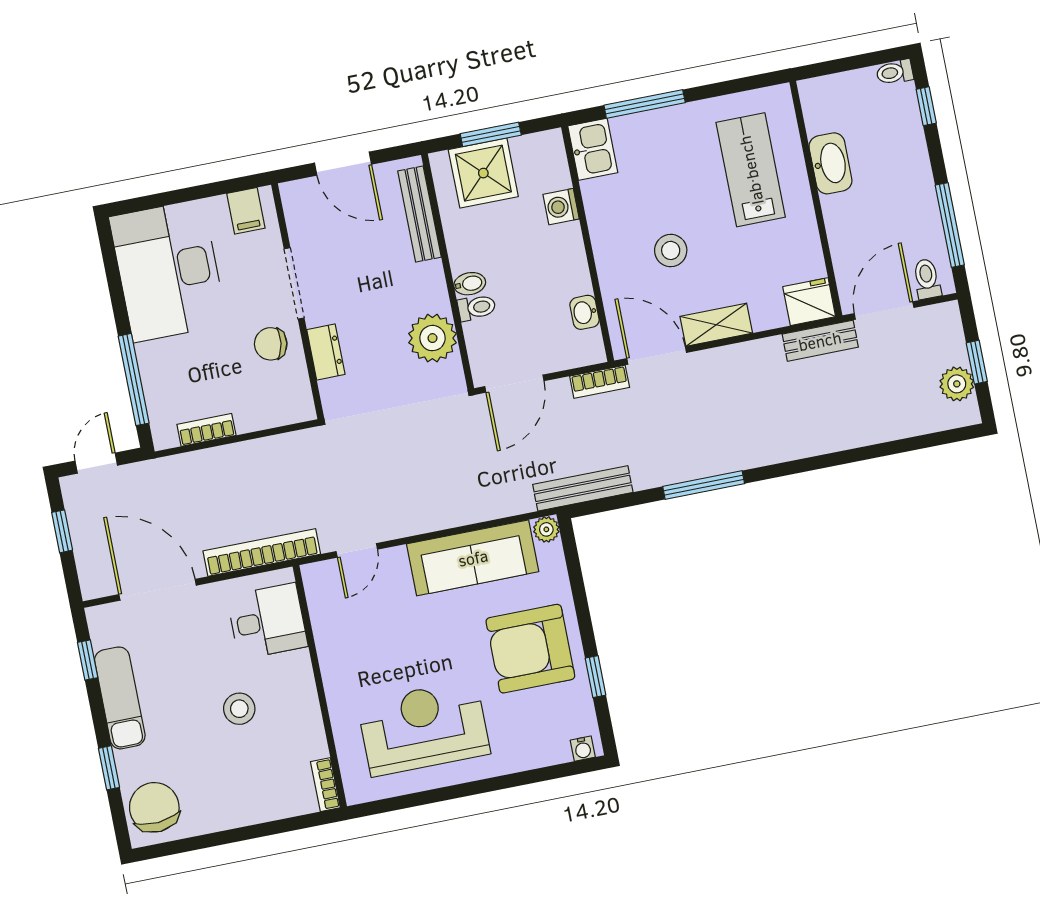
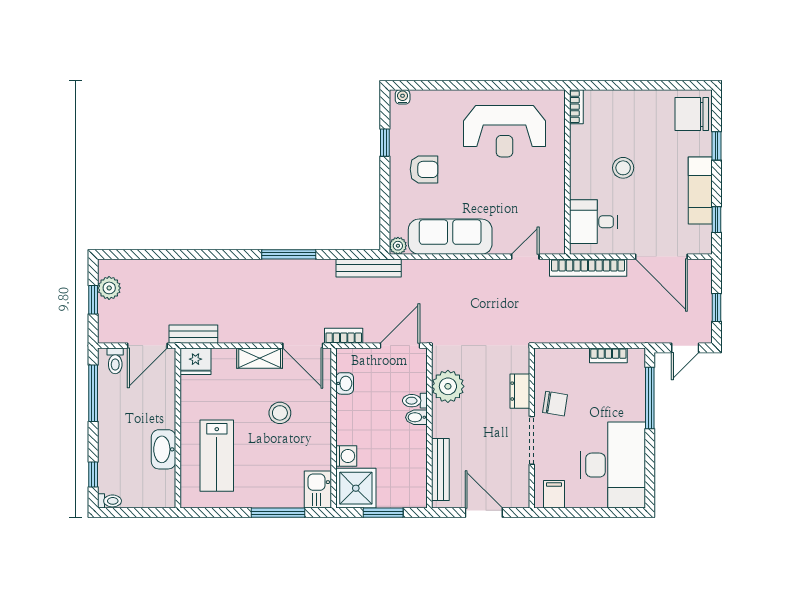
shower: (483, 173) -> (356, 488), moved
armchair: (530, 649) -> (424, 169), width x0.53, depth x0.53
chair: (154, 807) -> (692, 114), turned 94

